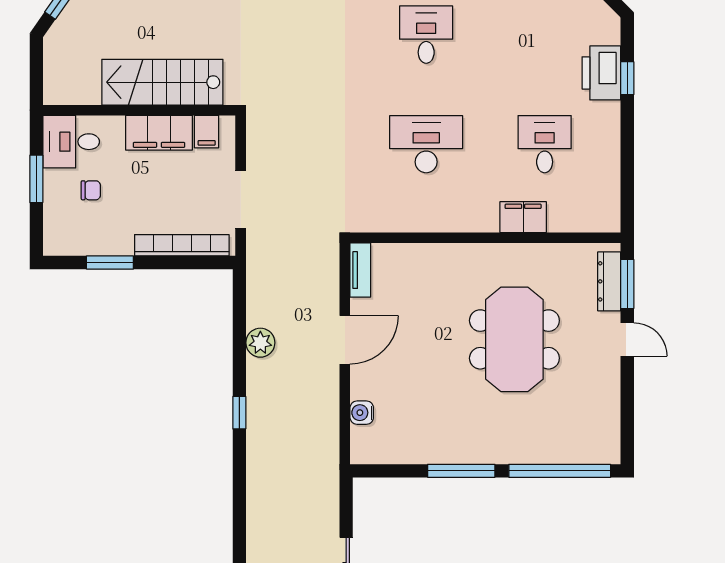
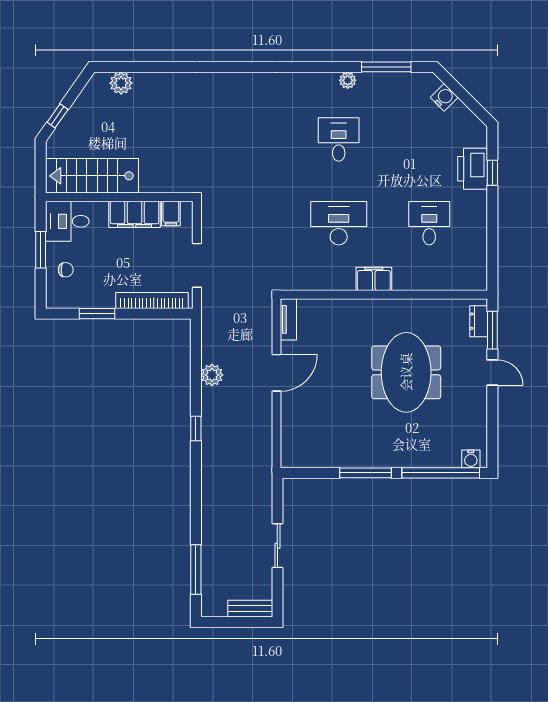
stairs: (162, 82) -> (92, 176), moved
chair: (91, 190) -> (66, 270), moved
filing cabinet: (523, 217) -> (374, 279), moved
dresser: (609, 281) -> (479, 321), width x0.70
water cooler: (362, 413) -> (471, 459), moved, turned -90

